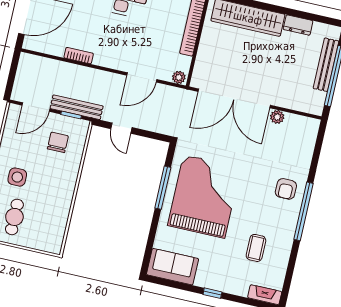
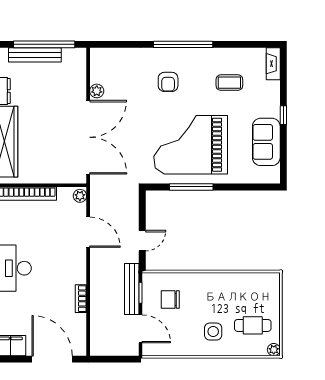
armchair: (286, 189) -> (168, 82), moved, turned 90
sofa: (173, 267) -> (266, 142), moved

